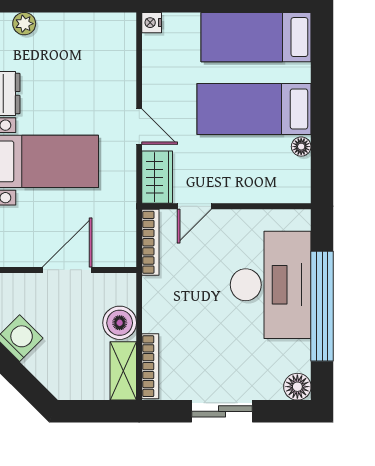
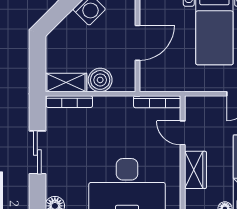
wardrobe: (157, 177) -> (195, 170), moved, turned -90
door: (67, 270) -> (138, 43), hinge flipped

